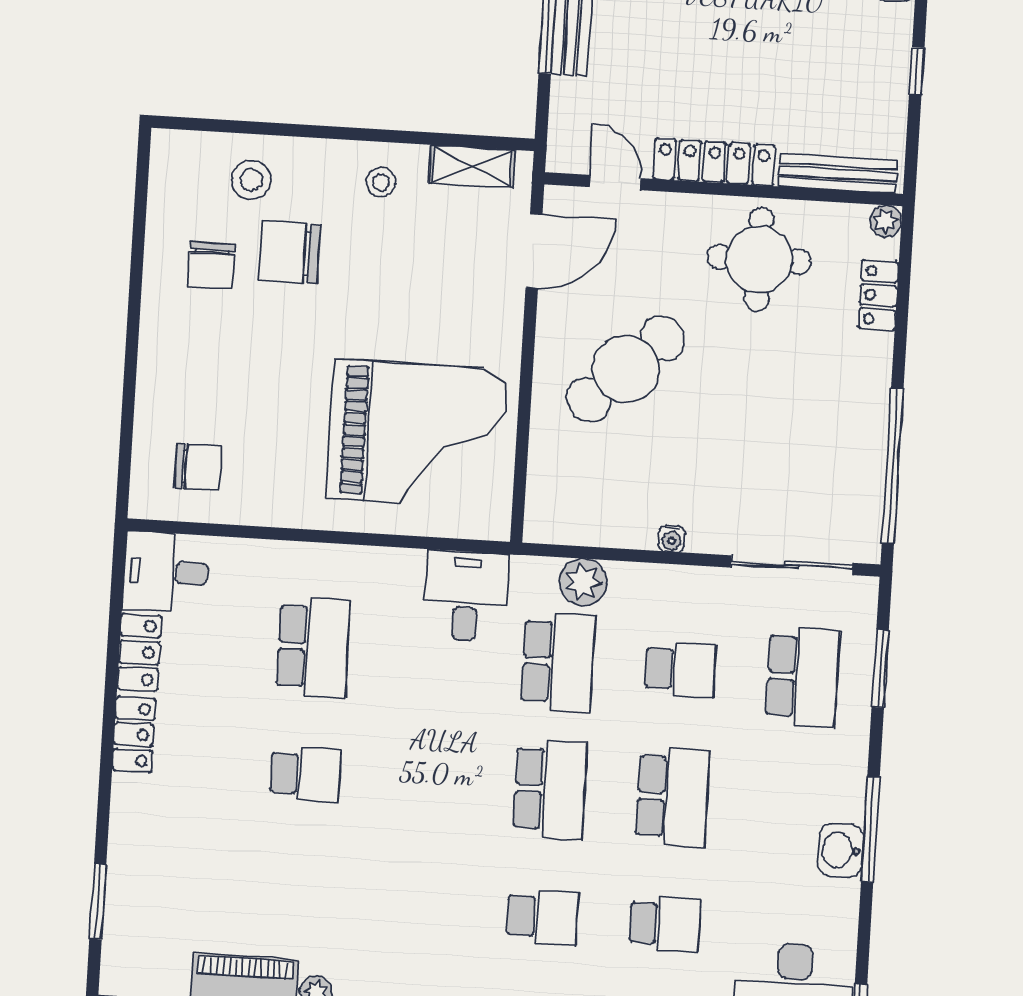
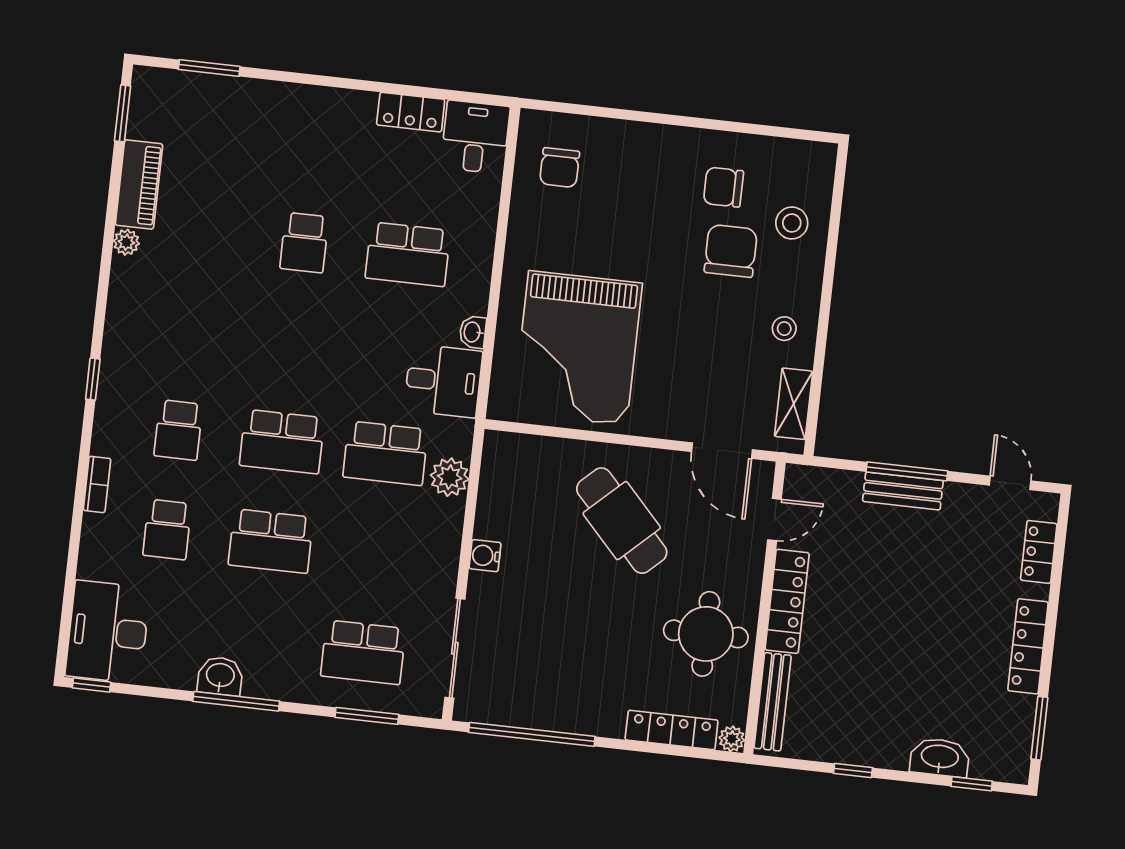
locker: (879, 295) -> (672, 730), width x1.53
water cooler: (672, 539) -> (485, 556), width x1.38, depth x1.38
washbasin: (404, 563) -> (473, 332), added
school desk: (680, 670) -> (374, 553), removed
locker: (134, 734) -> (344, 104), removed

